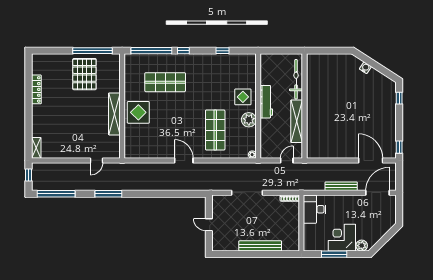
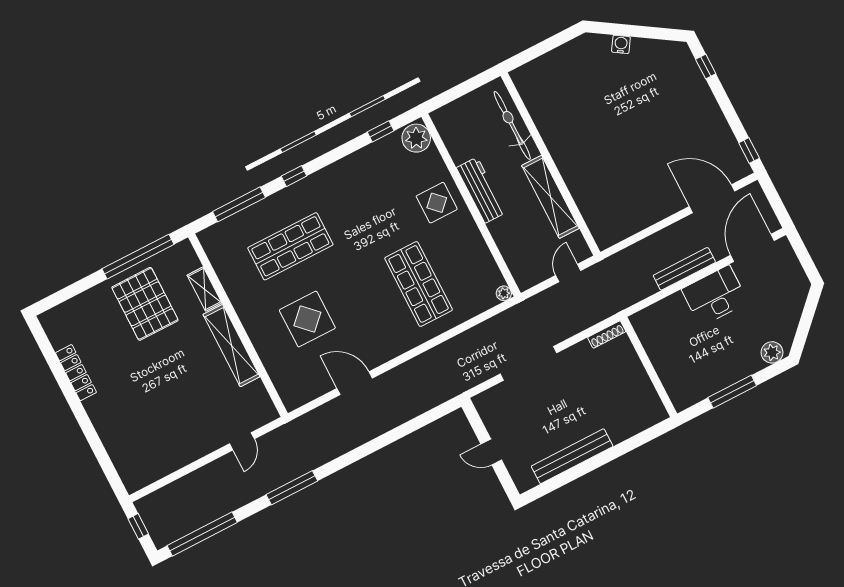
window: (151, 51) -> (239, 204), width x0.68
window: (223, 51) -> (381, 131), moved
display table: (138, 112) -> (307, 319), moved
plant: (249, 120) -> (416, 138), moved
shelving: (36, 148) -> (204, 289), moved
door: (184, 161) -> (355, 383), moved
desk: (315, 209) -> (715, 296), moved, turned 90
corner desk: (342, 238) -> (731, 356), removed
bench: (260, 246) -> (572, 456), moved

